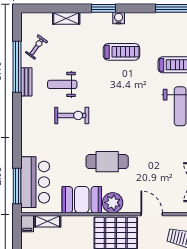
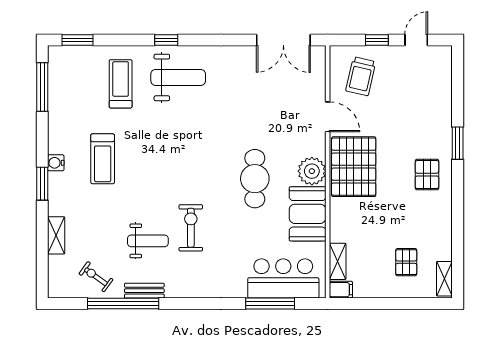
treadmill: (121, 52) -> (103, 159), turned 180
weight bench: (62, 84) -> (148, 241), turned -90
window: (17, 186) -> (270, 304), moved
door: (152, 214) -> (328, 117), swing flipped

